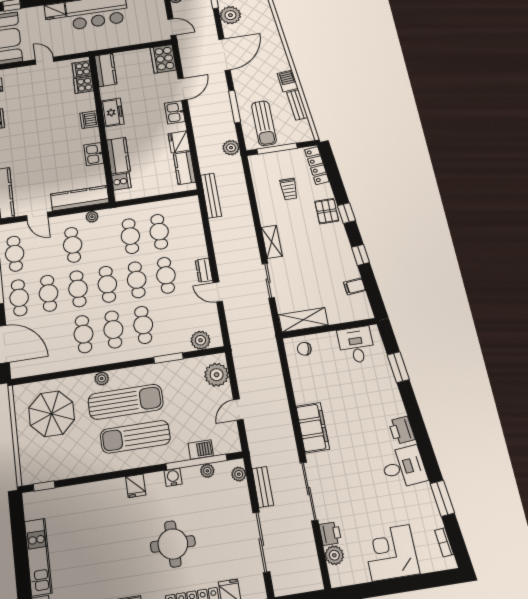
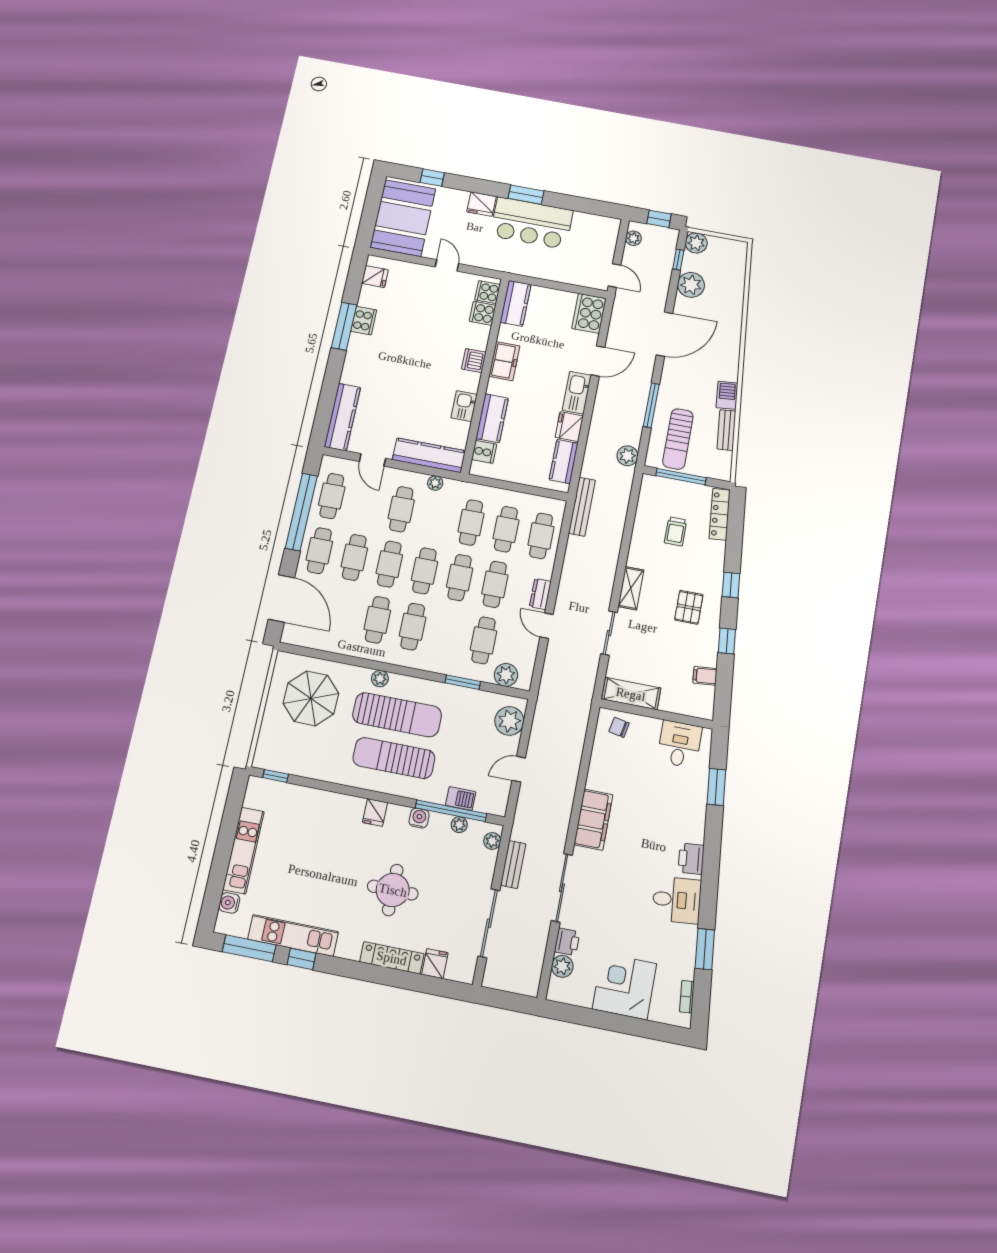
kitchen sink: (175, 112) -> (577, 393), width x1.38
pallet: (327, 211) -> (689, 607), moved
cafe table: (188, 227) -> (541, 536), added
cafe table: (143, 325) -> (484, 640), moved

